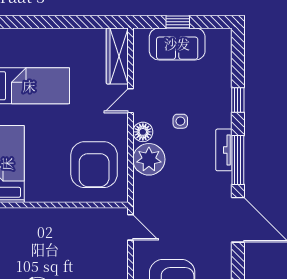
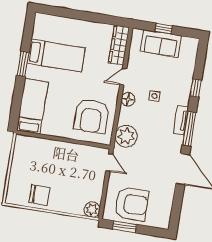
plant: (149, 159) -> (126, 136), moved

